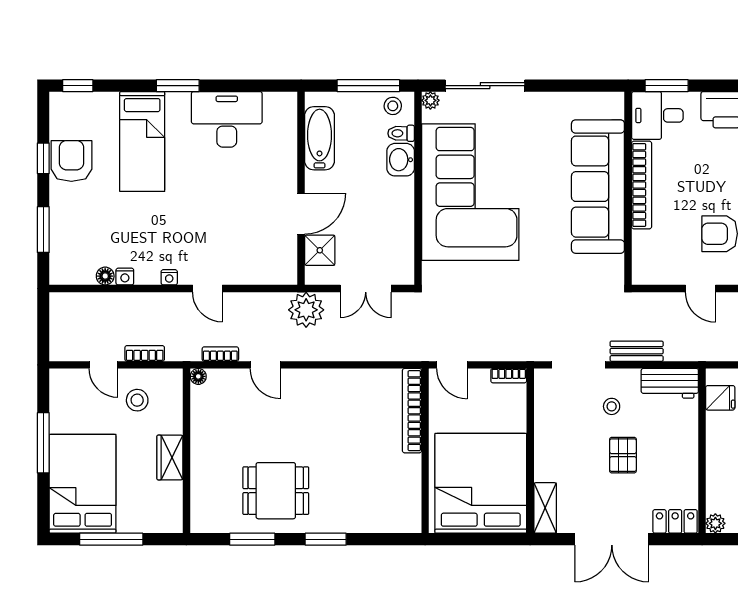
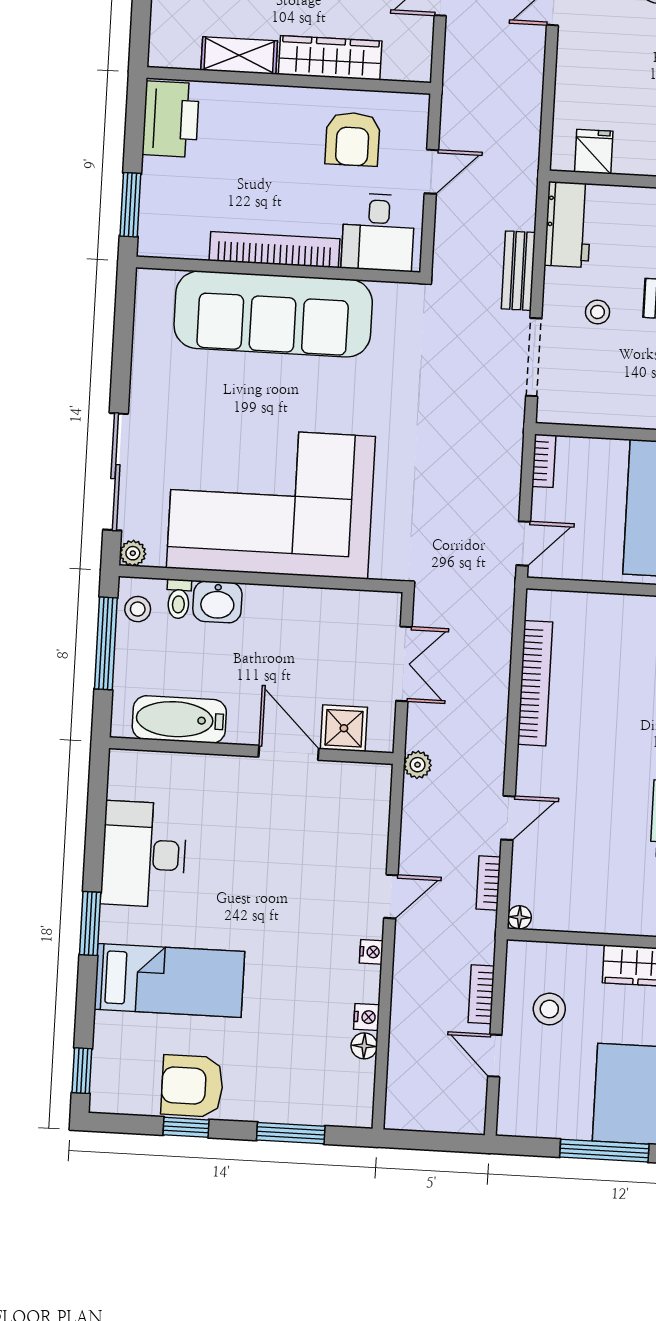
desk: (657, 115) -> (378, 232), moved
plant: (306, 310) -> (418, 765), width x0.53, depth x0.53
door: (104, 365) -> (495, 1056), swing flipped
bookcase: (412, 411) -> (535, 683), moved, turned -90

